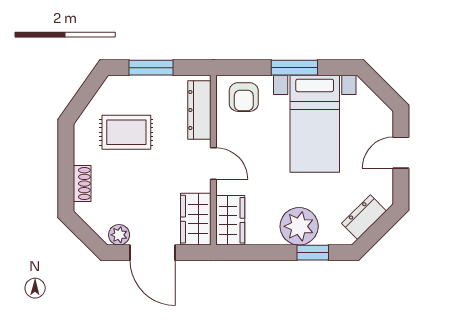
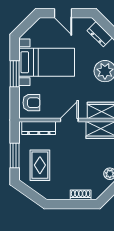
rug: (126, 132) -> (40, 165), moved

